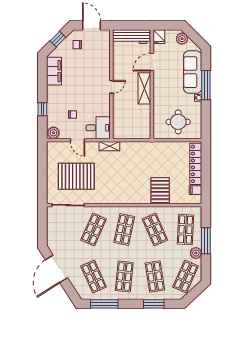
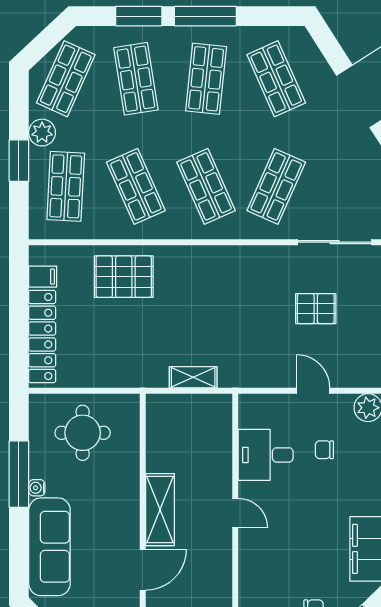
window: (206, 85) -> (19, 474), moved
door: (111, 87) -> (235, 513), swing flipped
desk: (98, 128) -> (266, 455), moved
shelving: (109, 146) -> (193, 377), moved
pallet: (76, 176) -> (316, 309), width x0.49, depth x0.50
pallet: (160, 190) -> (124, 277), turned 90
shop shelf: (124, 230) -> (206, 186), turned -36
window: (206, 241) -> (19, 161), width x0.69
window: (104, 304) -> (205, 16), moved

